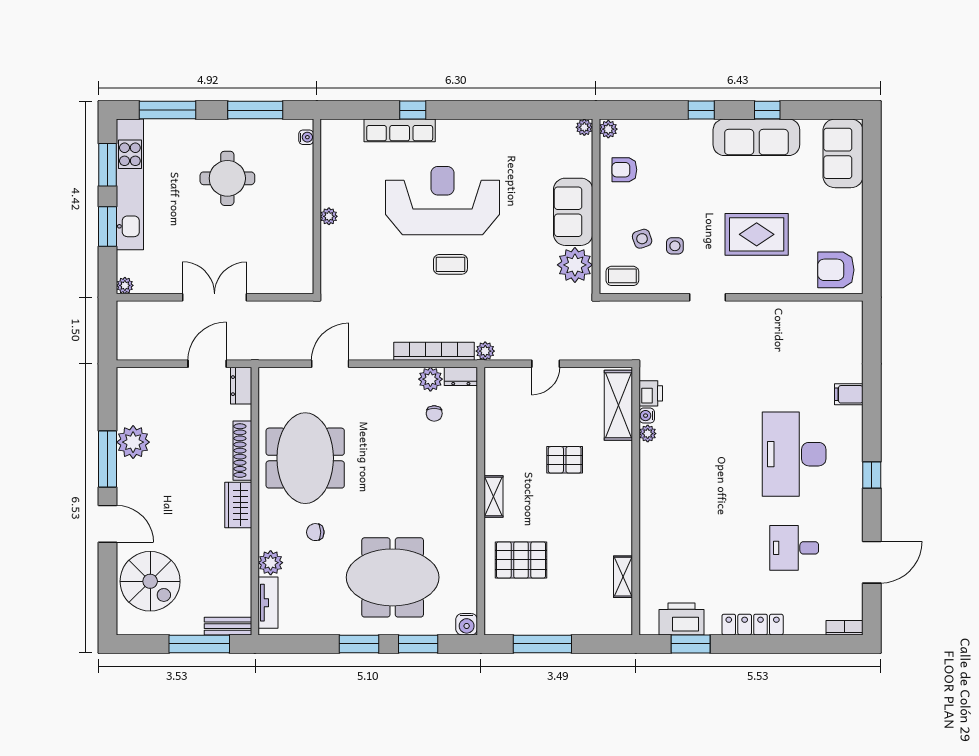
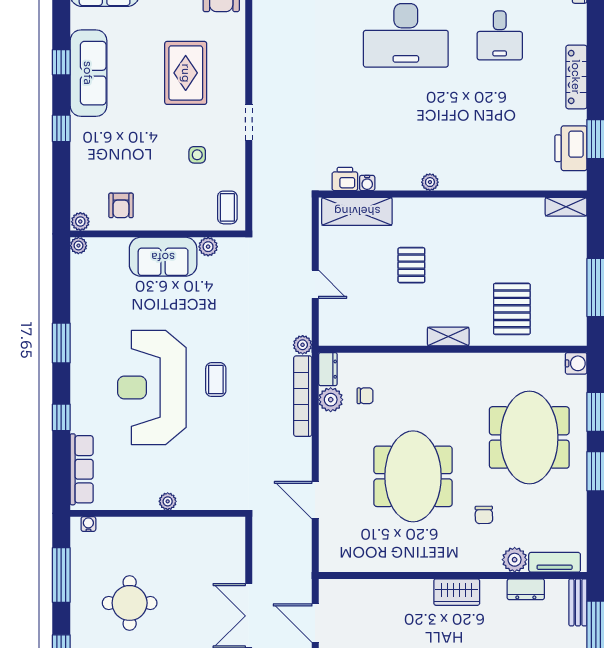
window: (487, 110) -> (61, 343), added
row of seats: (400, 130) -> (82, 469), moved
side table: (642, 239) -> (190, 188), removed
plant: (575, 265) -> (208, 247), width x0.53, depth x0.53
dresser: (241, 386) -> (526, 589), moved
plant: (648, 434) -> (430, 182), moved
shoe rack: (242, 451) -> (402, 588), removed
meeting table: (305, 458) -> (413, 476), moved, turned 90
shelving: (623, 577) -> (566, 207), moved

